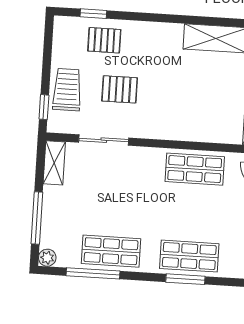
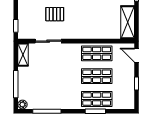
trolley: (67, 90) -> (27, 16), removed
shop shelf: (111, 251) -> (97, 76), moved

